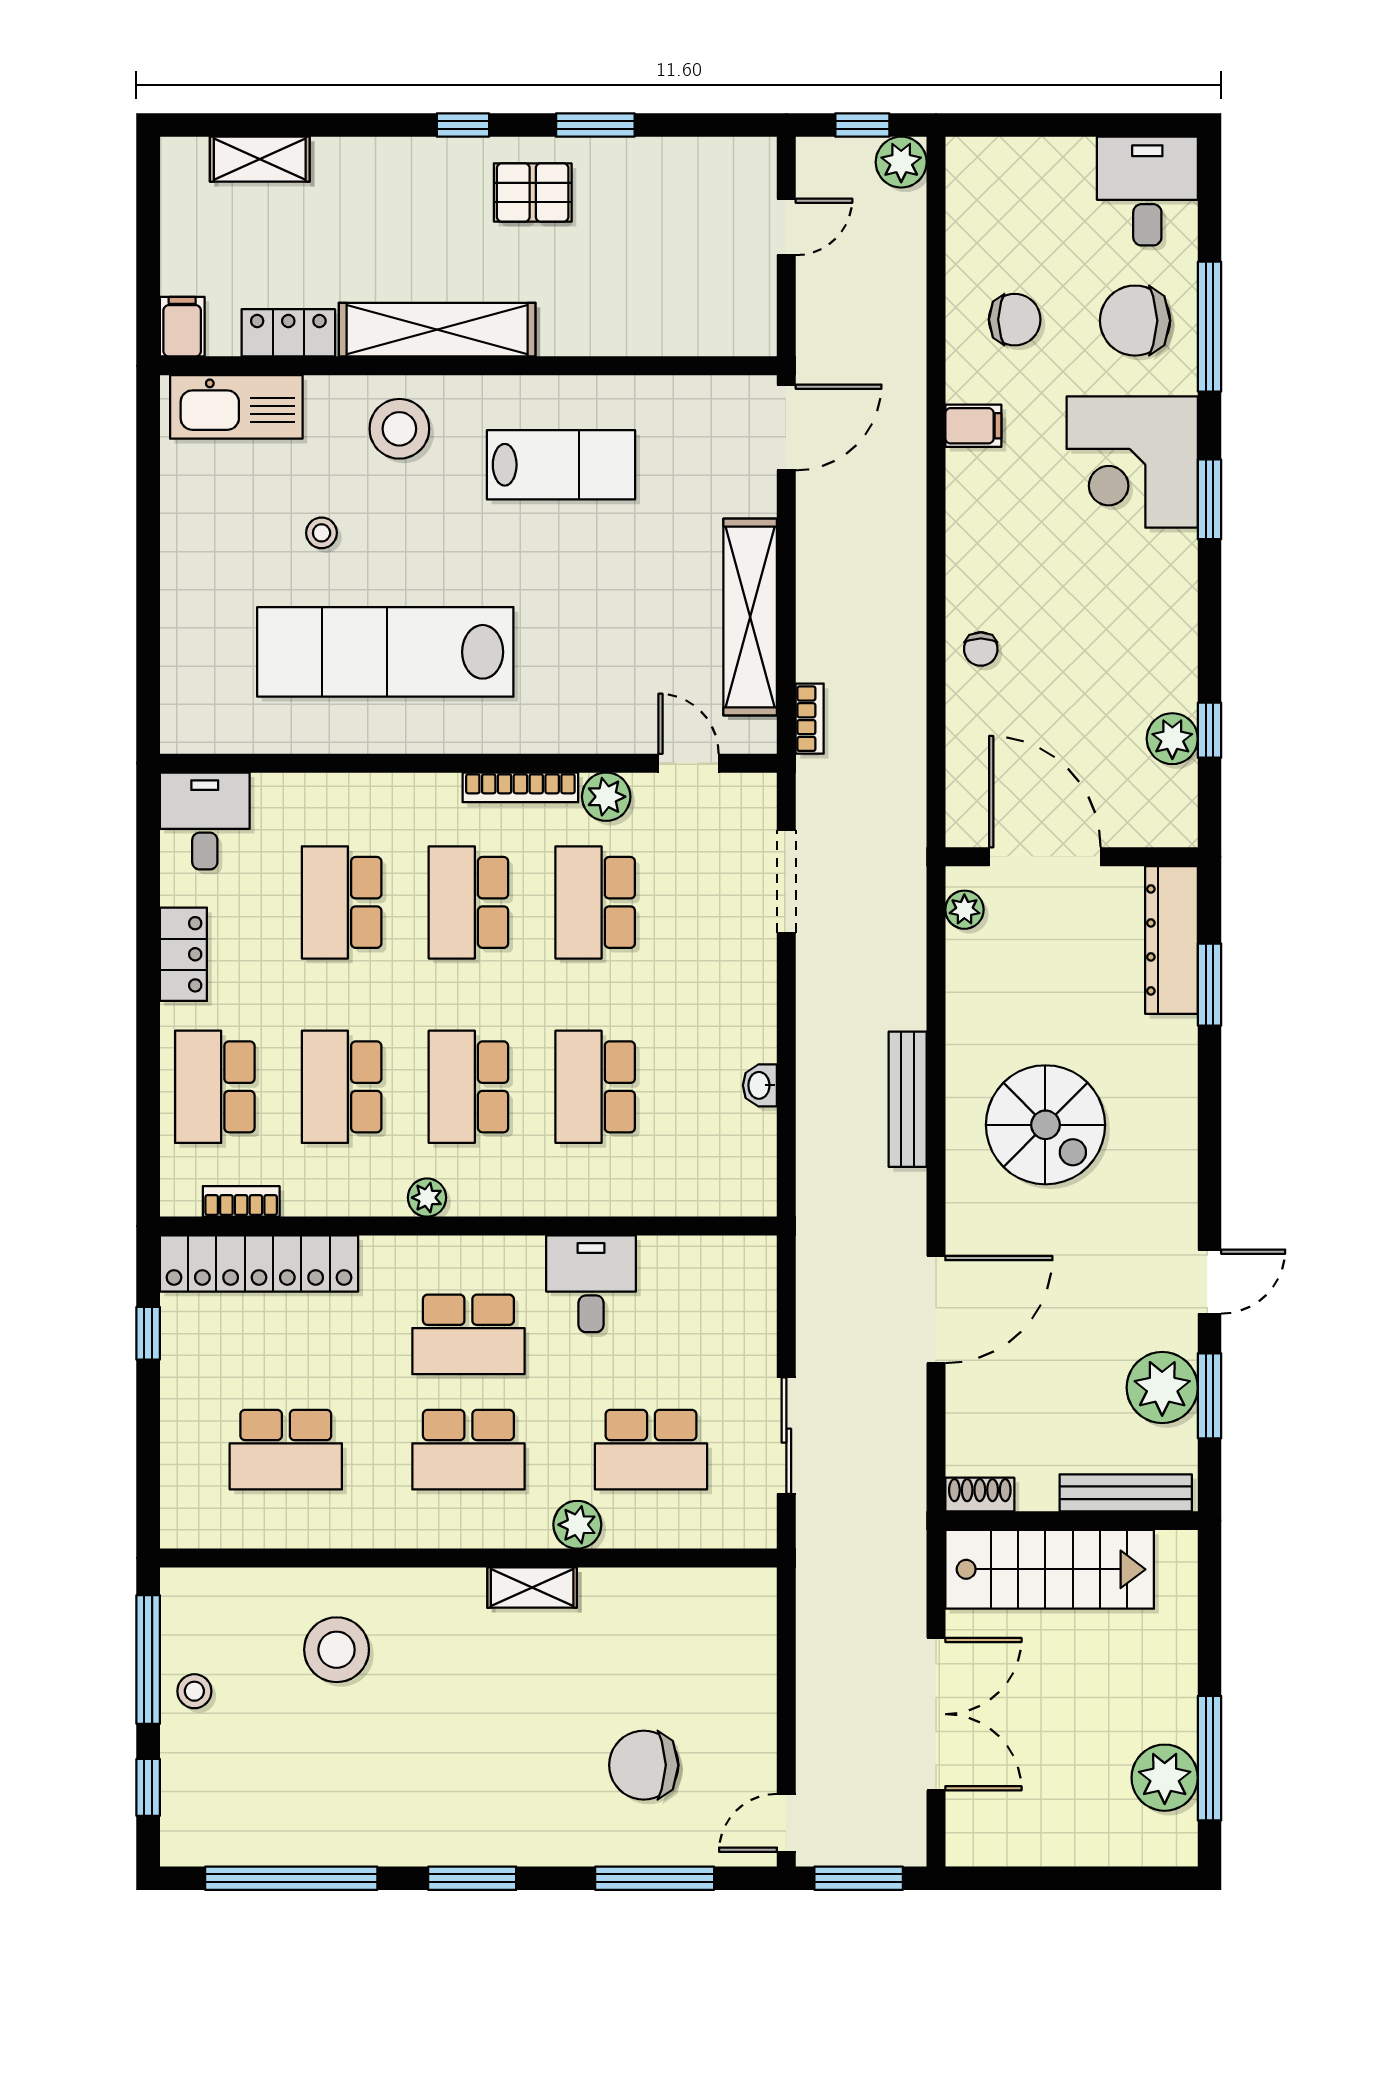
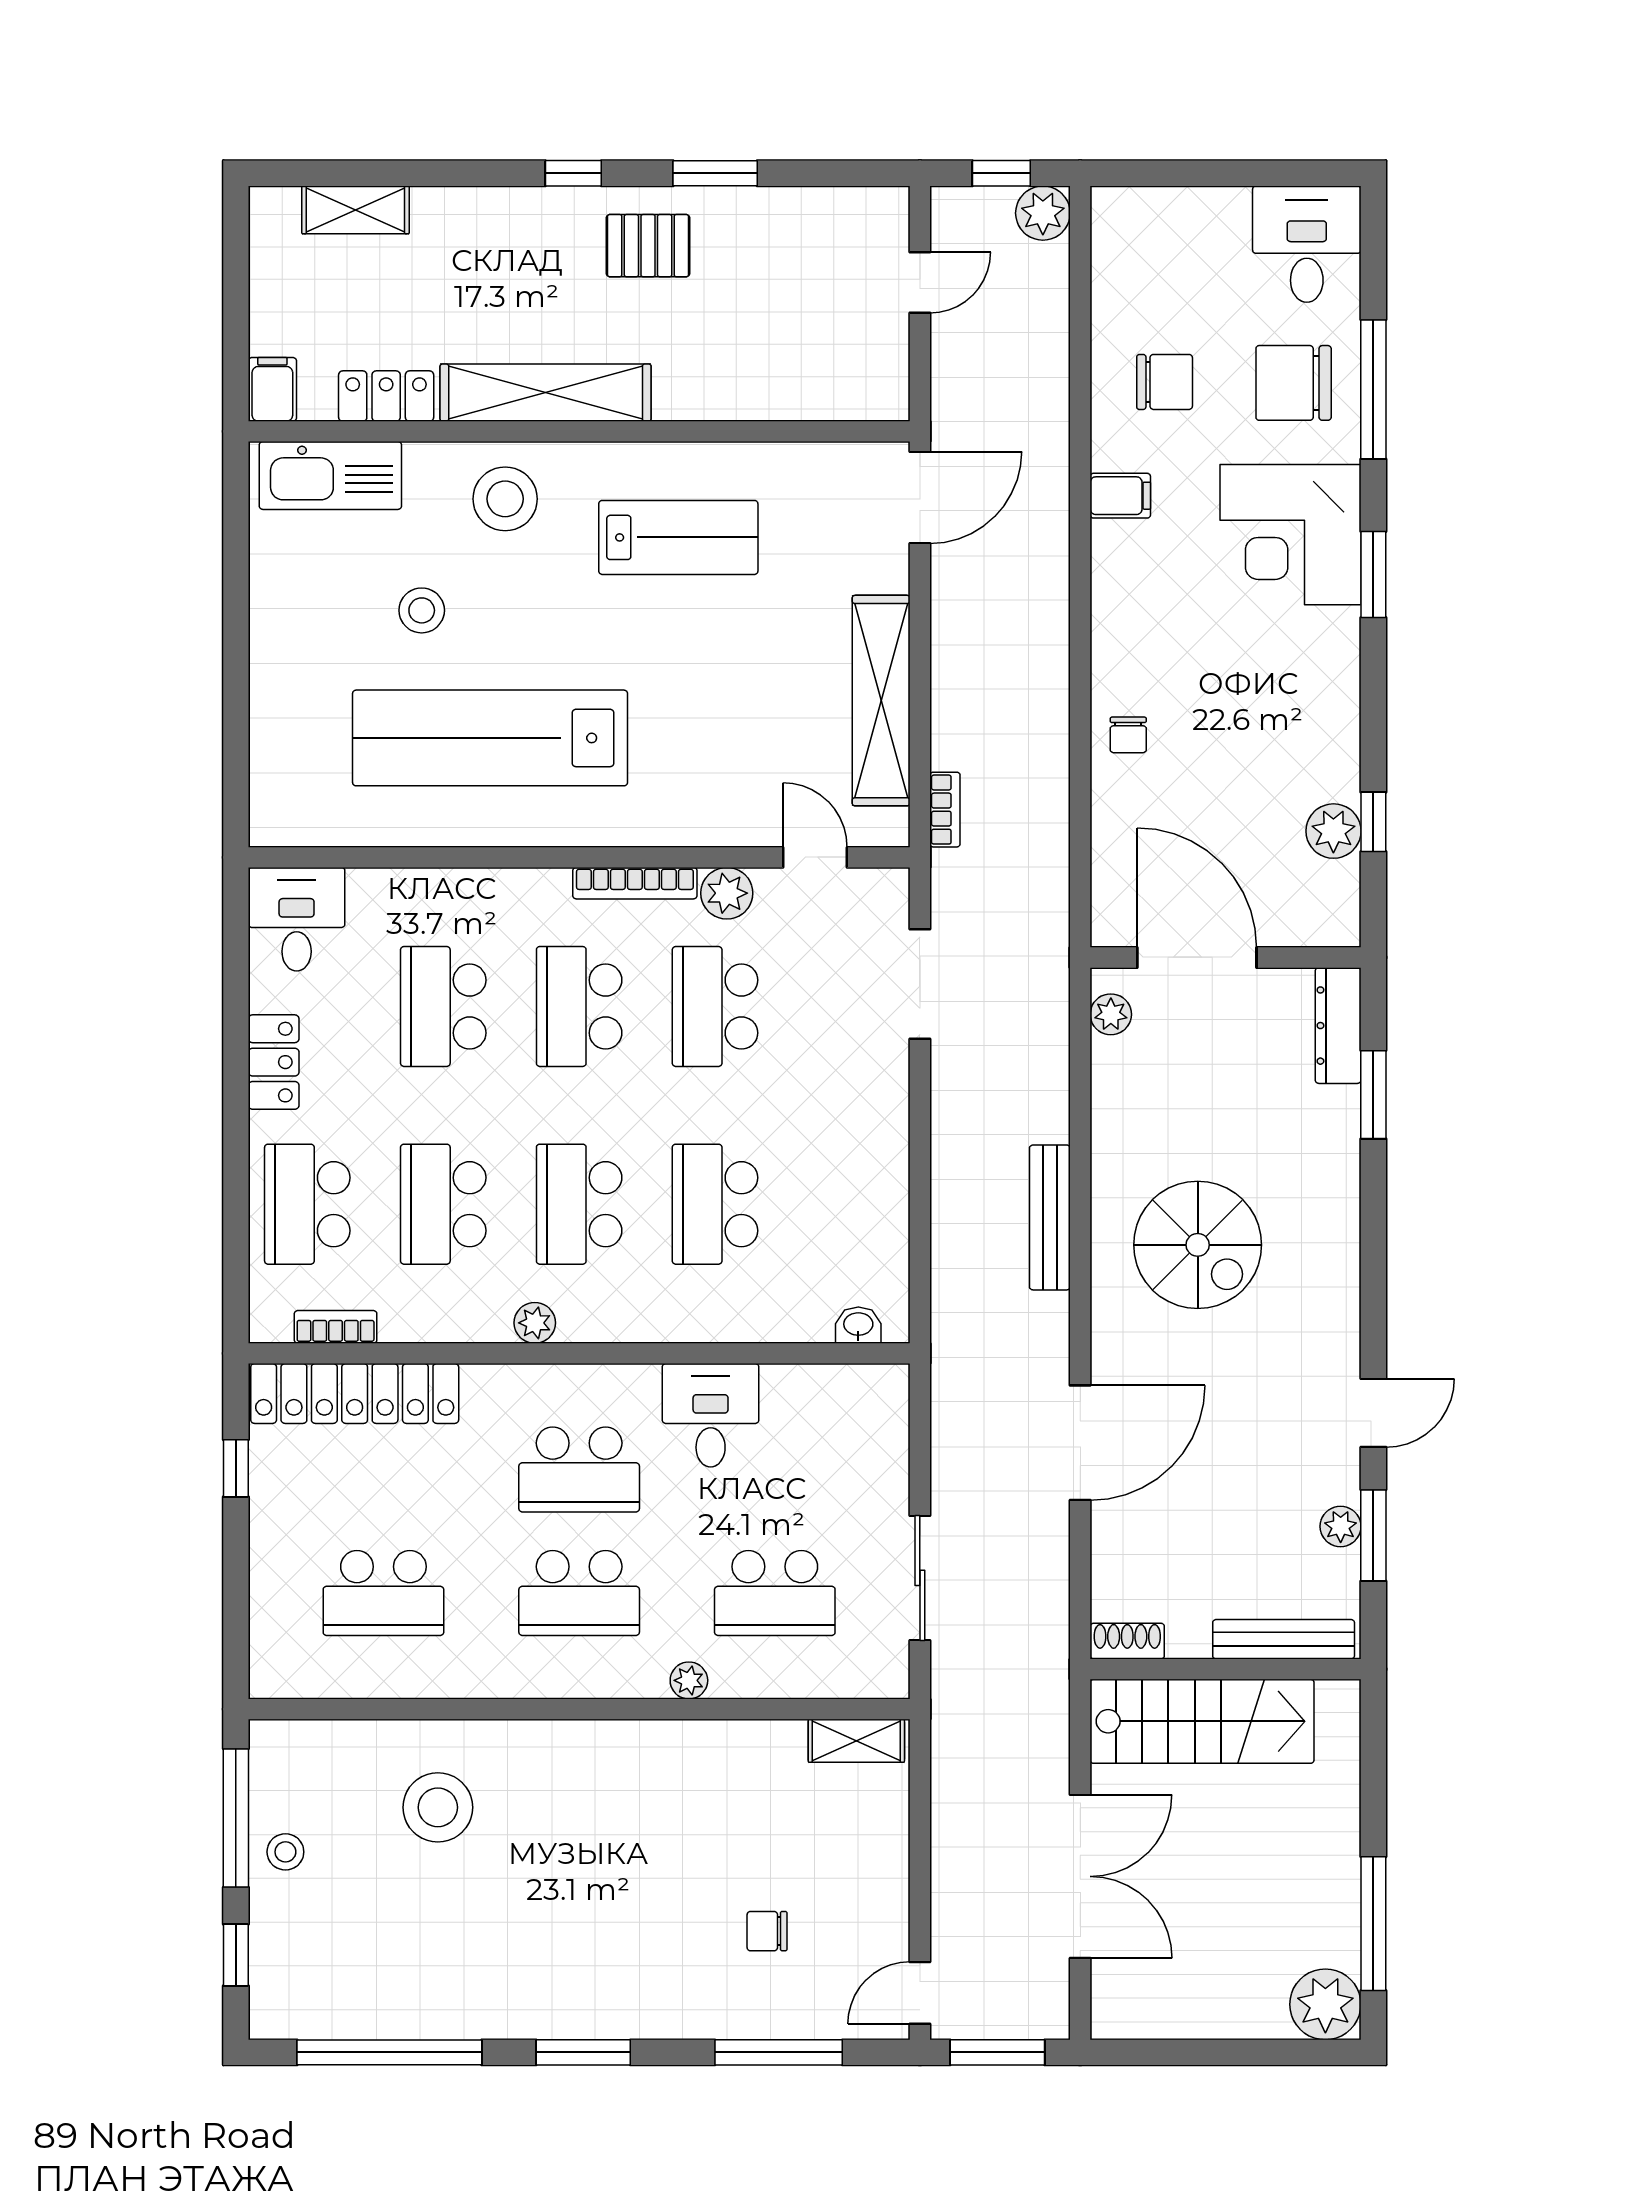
stool: (322, 533) -> (422, 610), width x1.37, depth x1.37
dresser: (1171, 940) -> (1338, 1026), width x0.73, depth x0.80
washbasin: (760, 1085) -> (858, 1325), moved, turned 90
plant: (1162, 1388) -> (1341, 1526), width x0.53, depth x0.53
plant: (577, 1525) -> (689, 1680), width x0.73, depth x0.73
shelving: (532, 1588) -> (856, 1741), moved
chair: (644, 1765) -> (767, 1931), width x0.54, depth x0.54
plant: (1165, 1778) -> (1325, 2004), moved

